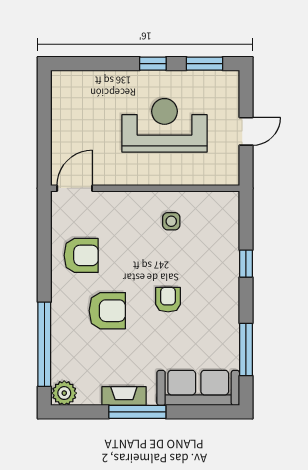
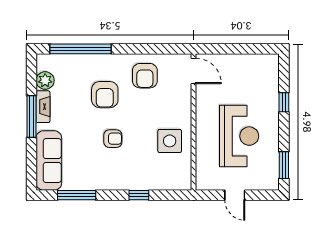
window: (153, 64) -> (284, 102), moved
side table: (171, 221) -> (170, 141), width x1.87, depth x1.87
plant: (64, 393) -> (45, 80), moved

